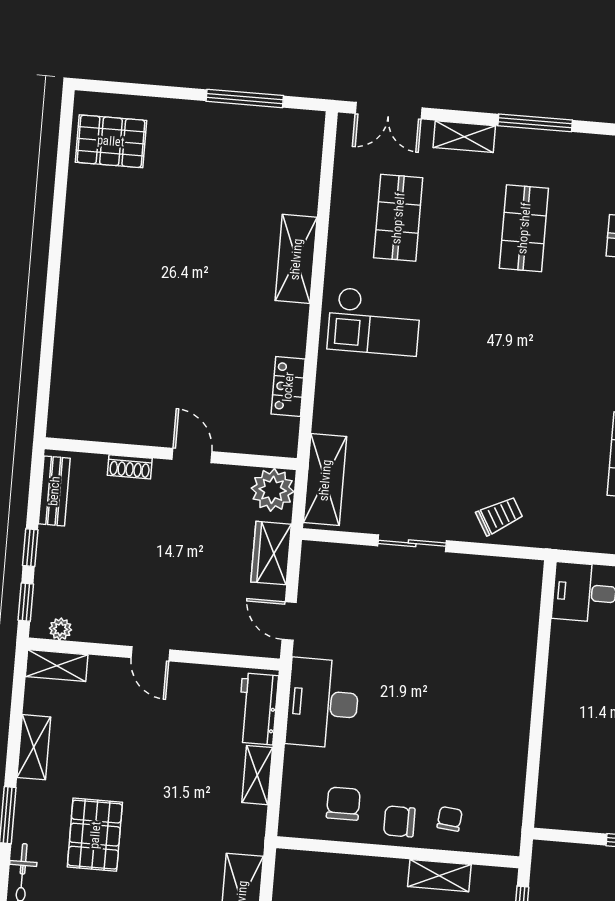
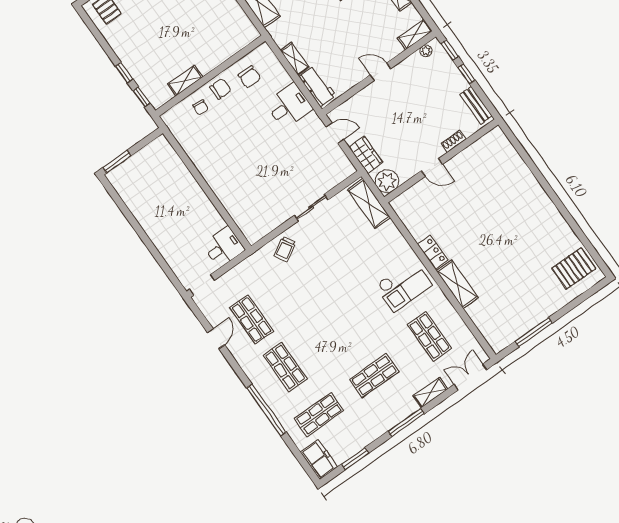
shop shelf: (524, 228) -> (374, 376), turned 90
checkout: (374, 321) -> (403, 285), turned 180
locker: (288, 387) -> (433, 252), moved
desk: (323, 703) -> (289, 106), width x0.73

